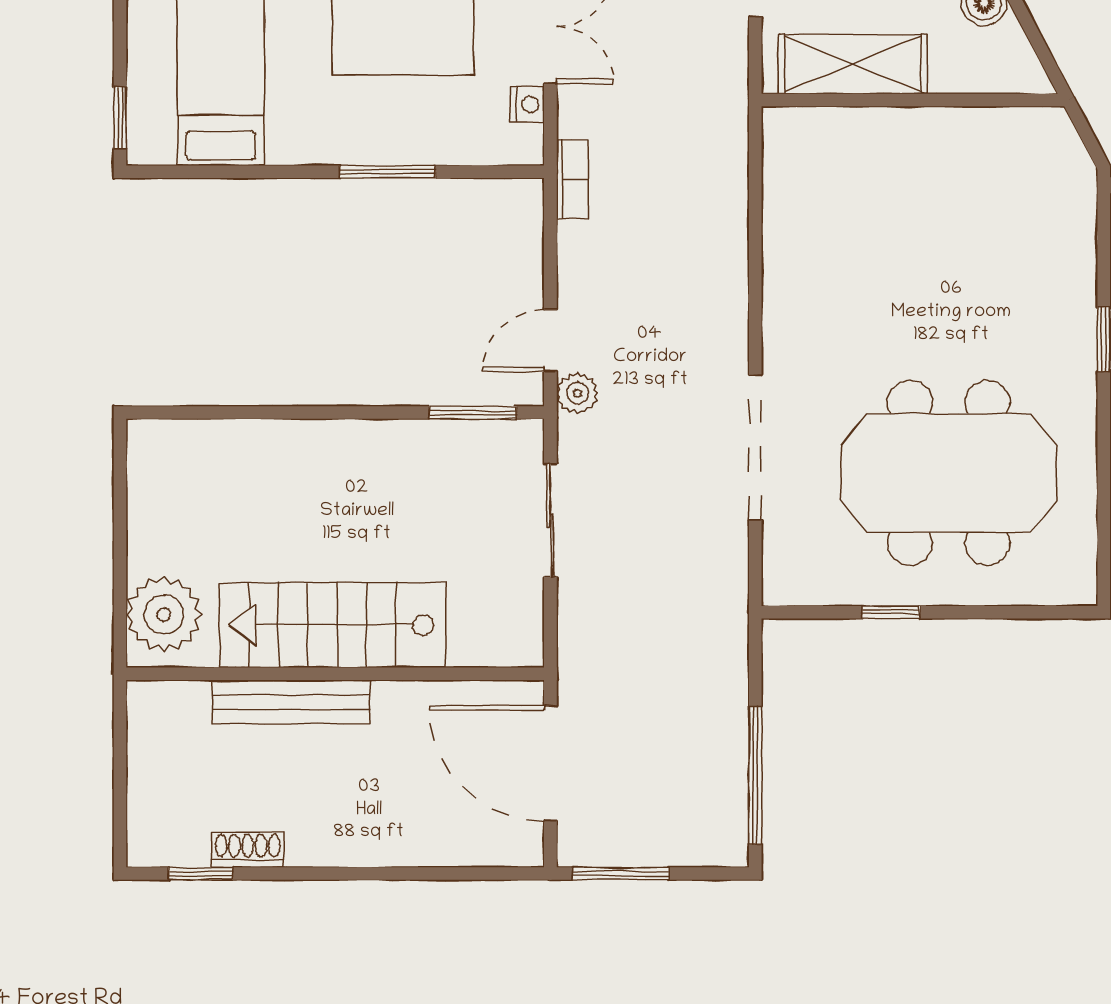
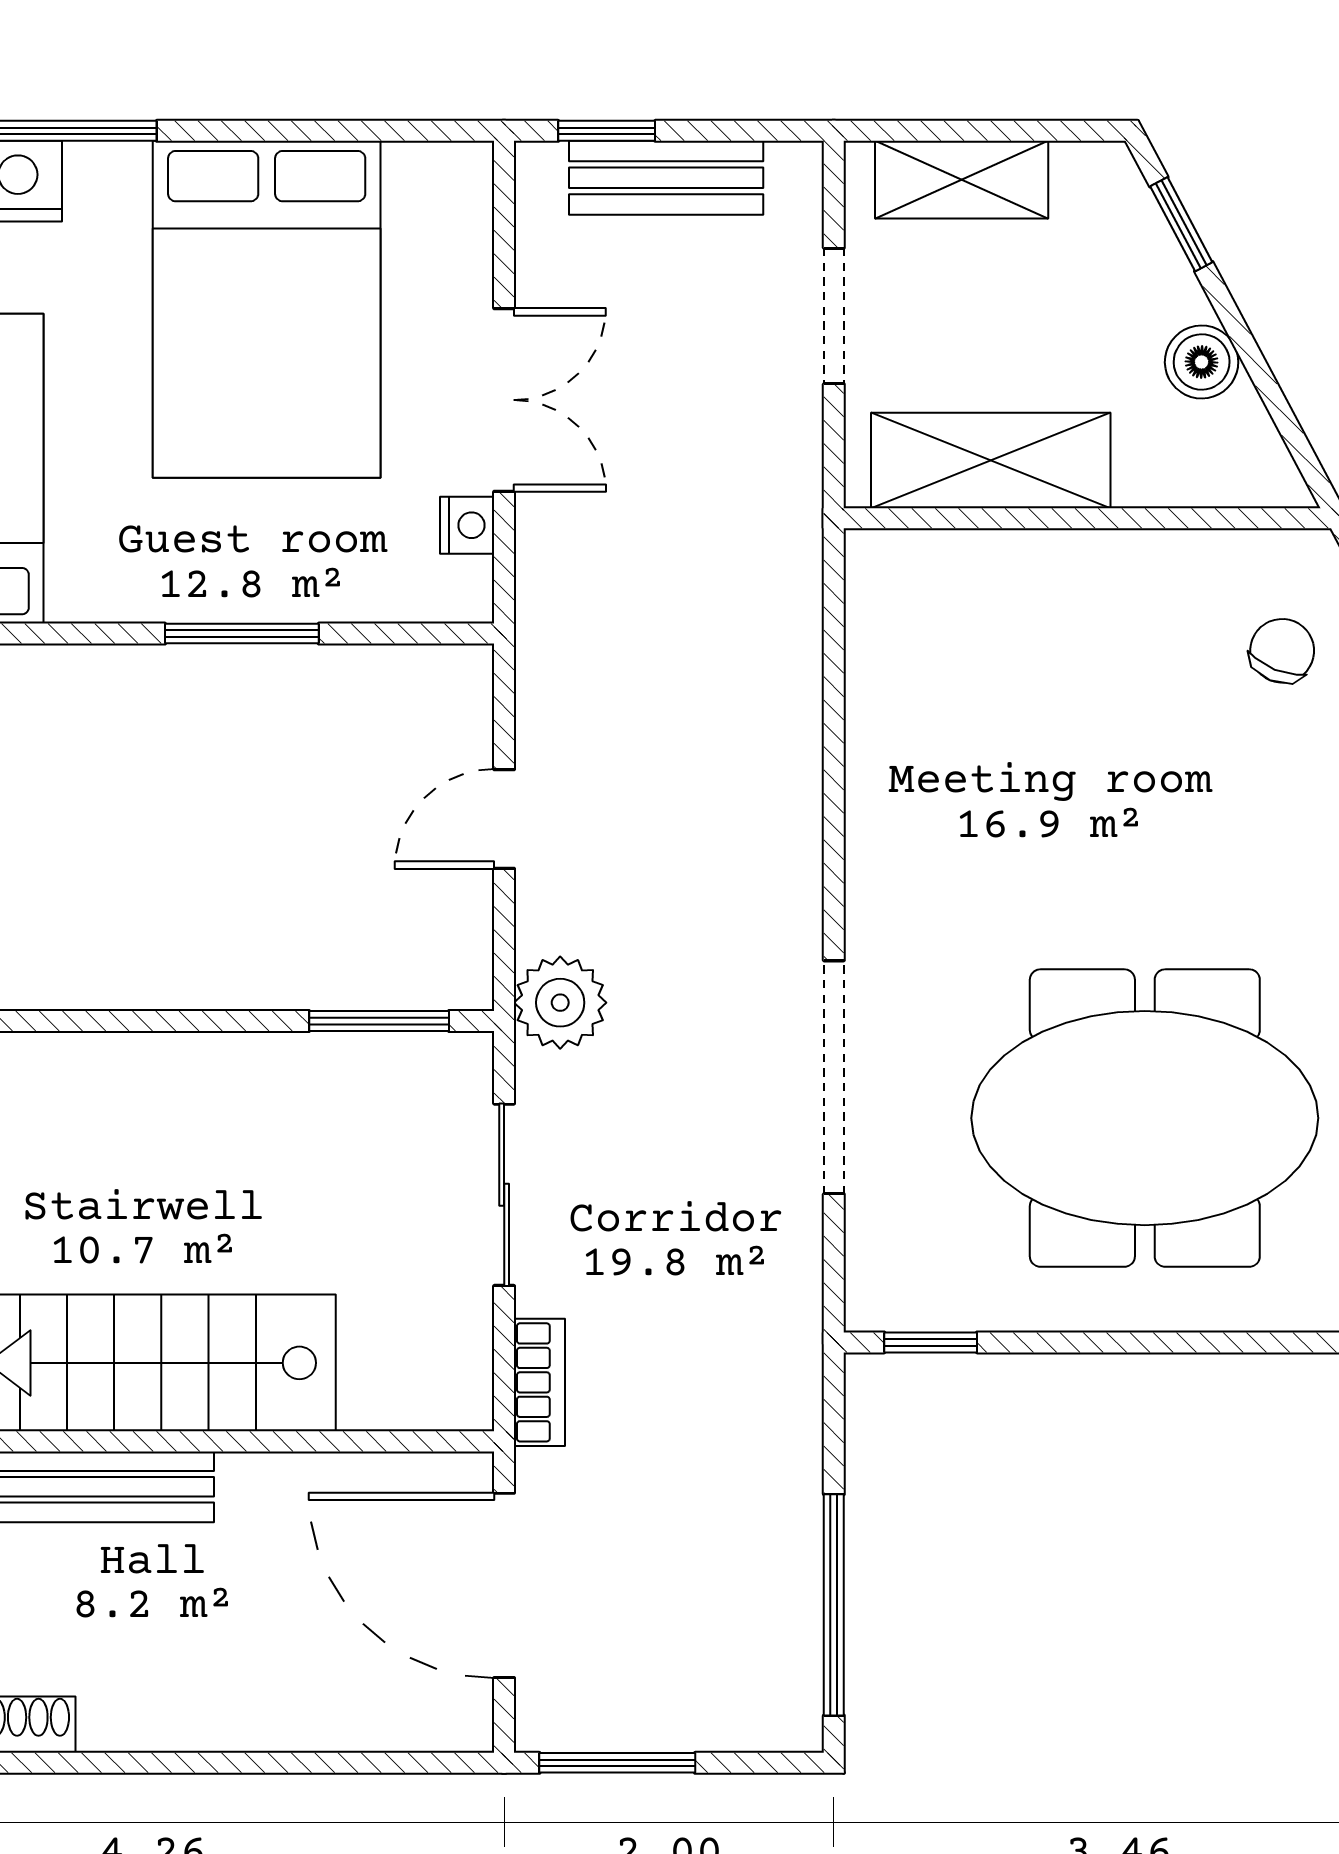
bookcase: (572, 179) -> (539, 1382), moved
chair: (1034, 182) -> (1282, 651), added
door: (550, 341) -> (504, 819), moved
plant: (577, 393) -> (560, 1003), width x1.38, depth x1.38
window: (891, 612) -> (931, 1342), moved

